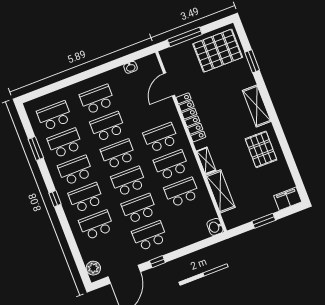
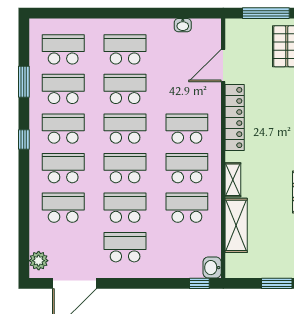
window: (55, 199) -> (24, 140), moved
window: (157, 262) -> (199, 283), moved

